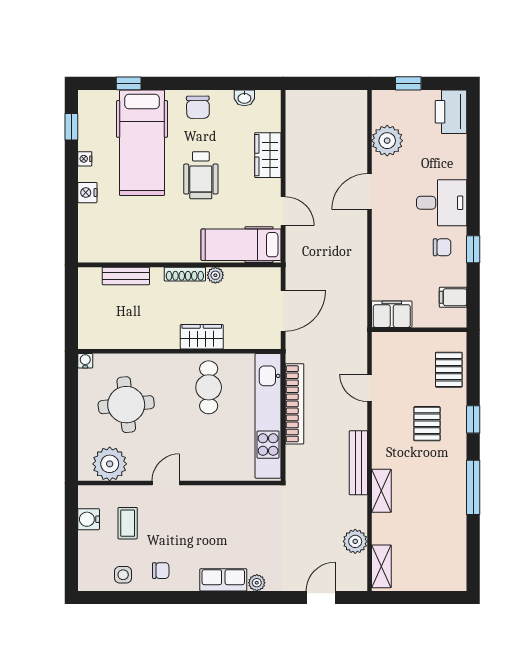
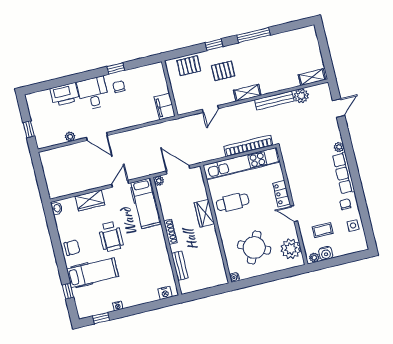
washbasin: (244, 98) -> (57, 208), moved
printer: (451, 112) -> (65, 94), moved
plant: (387, 141) -> (70, 137), width x0.53, depth x0.53
hospital bed: (142, 143) -> (93, 273), width x0.73, depth x0.78
wheelchair: (201, 175) -> (111, 236), turned 90
nightstand: (87, 193) -> (165, 293), moved
plant: (215, 275) -> (159, 181), moved
filing cabinet: (453, 297) -> (146, 73), removed
bookcase: (294, 404) -> (248, 146), moved
round table: (126, 405) -> (254, 248), turned 31
bench: (358, 463) -> (274, 100), moved
locker: (203, 470) -> (281, 194), added
shelving: (381, 491) -> (247, 93), moved
plant: (86, 499) -> (314, 258), added
row of seats: (223, 580) -> (344, 173), width x1.48
door: (321, 598) -> (339, 108), swing flipped

